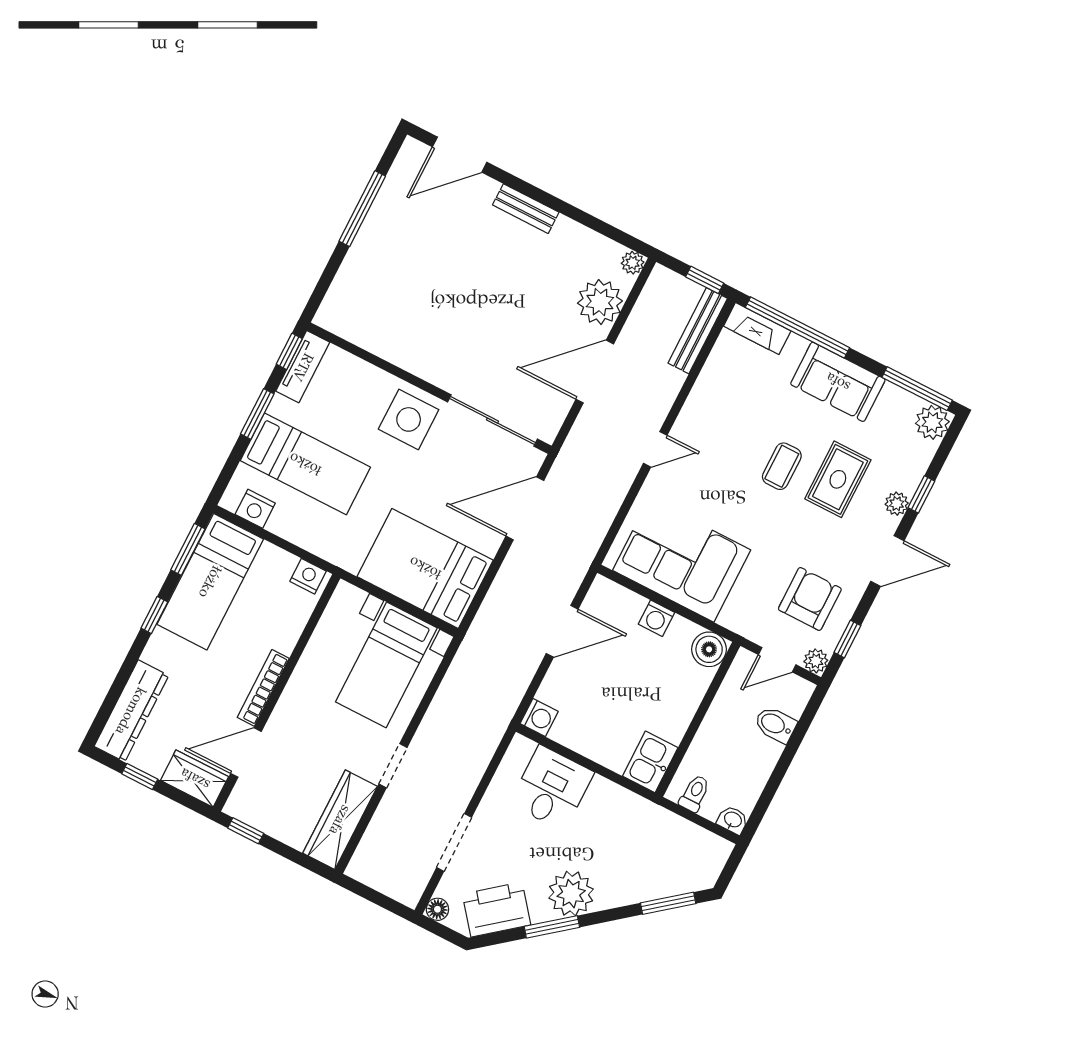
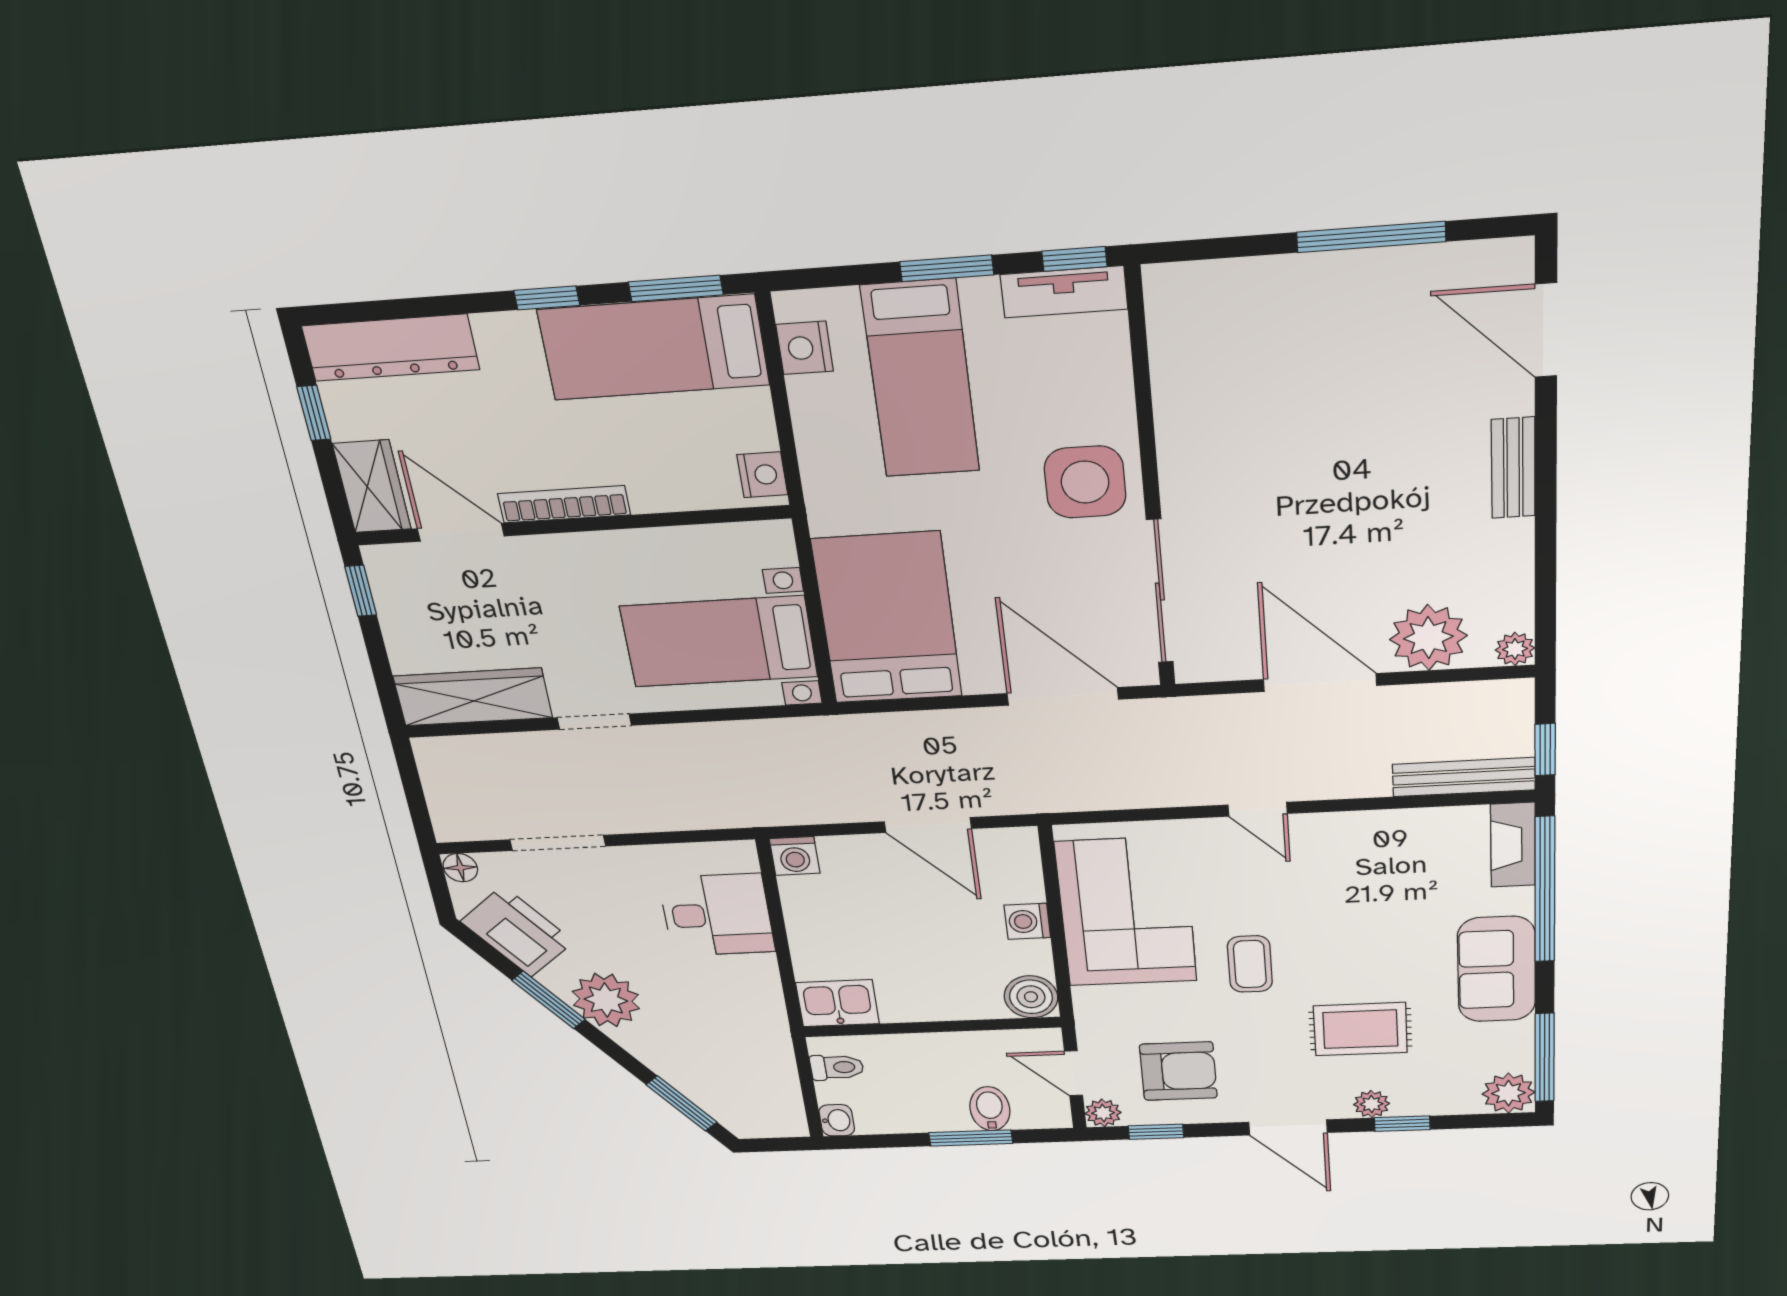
coffee table: (782, 466) -> (1250, 964), moved, turned 90
window: (791, 750) -> (971, 1138), added

